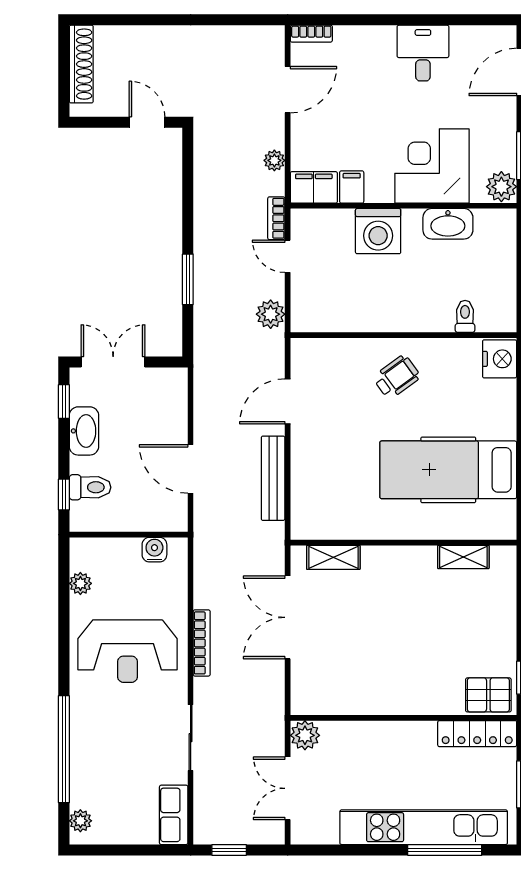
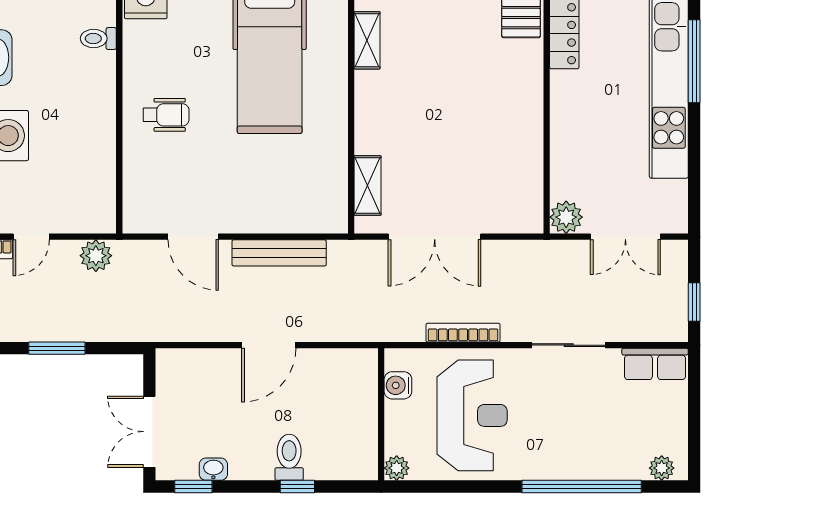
wheelchair: (397, 377) -> (166, 115), turned 126
washbasin: (84, 431) -> (213, 469), width x0.52, depth x0.69
wall: (129, 535) -> (381, 414), moved
water cooler: (154, 550) -> (398, 385), moved

